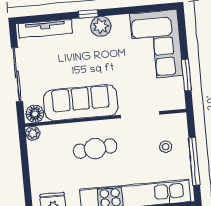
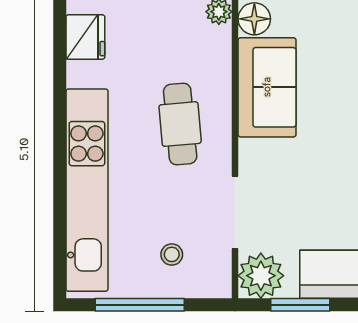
plant: (173, 98) -> (261, 276), added
sofa: (81, 103) -> (267, 87), width x0.73

